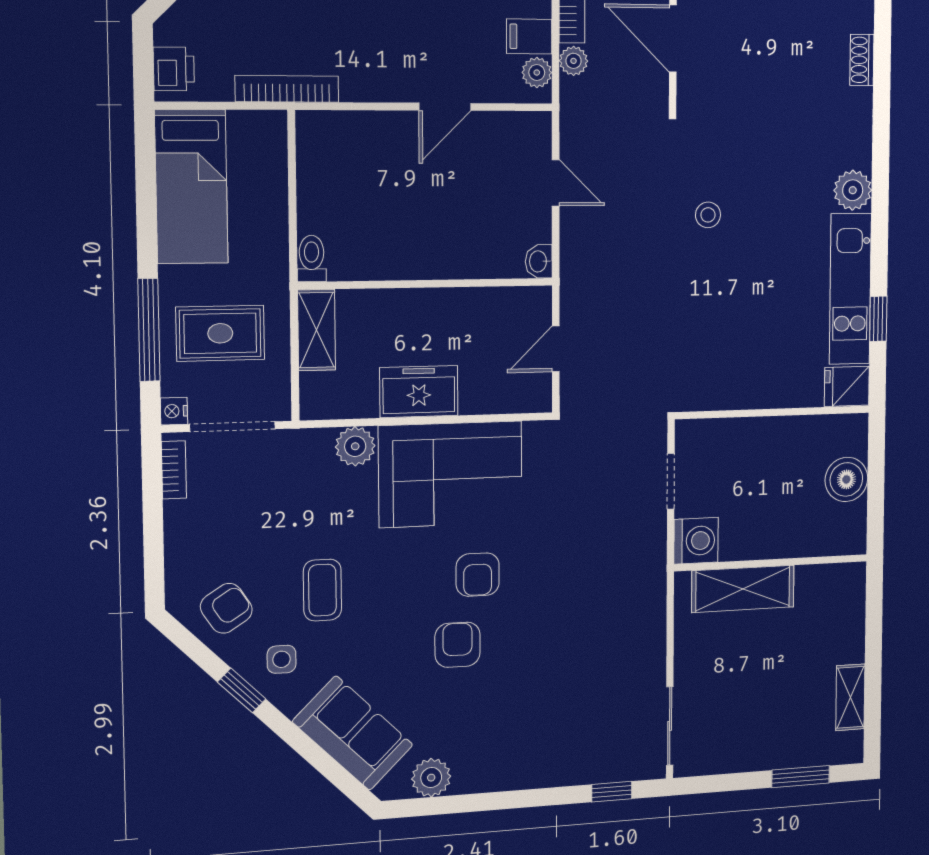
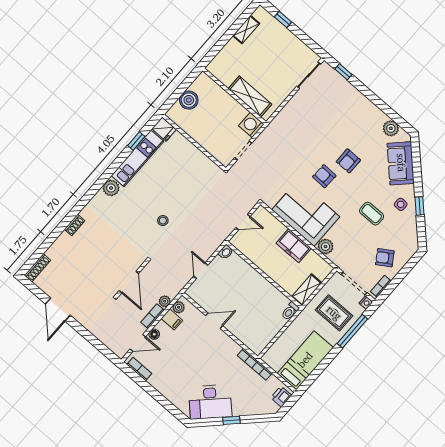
armchair: (478, 575) -> (324, 176), turned -88
coffee table: (322, 590) -> (372, 214), turned 90
armchair: (226, 608) -> (385, 258), moved
window: (801, 777) -> (283, 19), width x0.67

